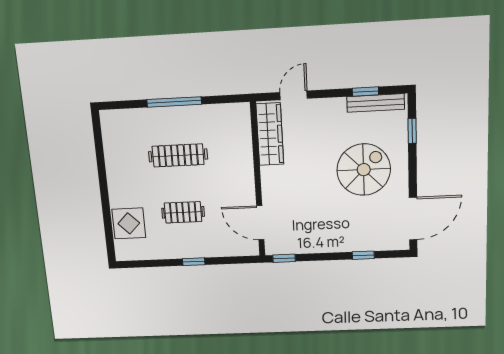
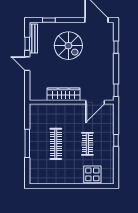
door: (294, 95) -> (27, 64), moved
wardrobe: (270, 134) -> (63, 94), moved
spiral stairs: (364, 170) -> (68, 46), turned 180

